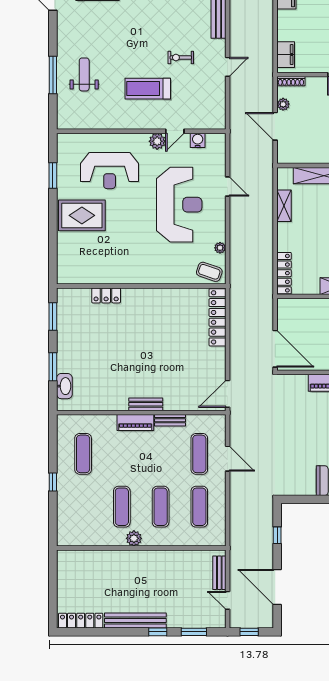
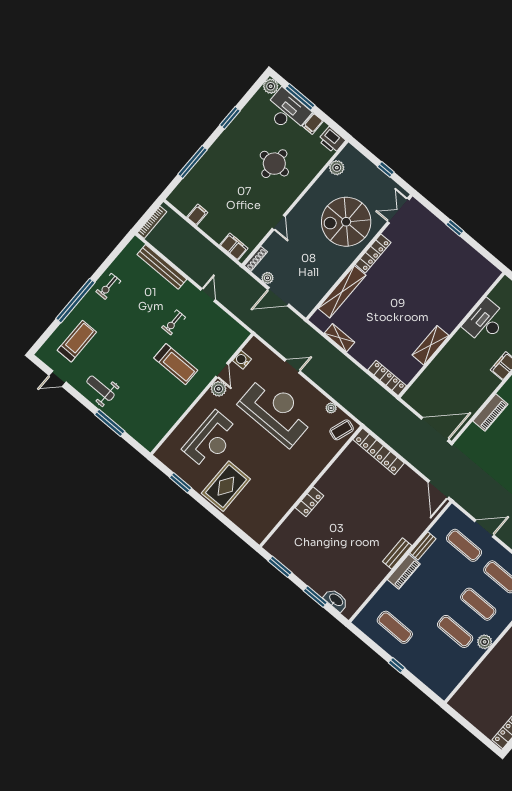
weight bench: (84, 74) -> (100, 388), moved
treadmill: (148, 89) -> (176, 364), turned -90
locker: (106, 295) -> (309, 502), moved

